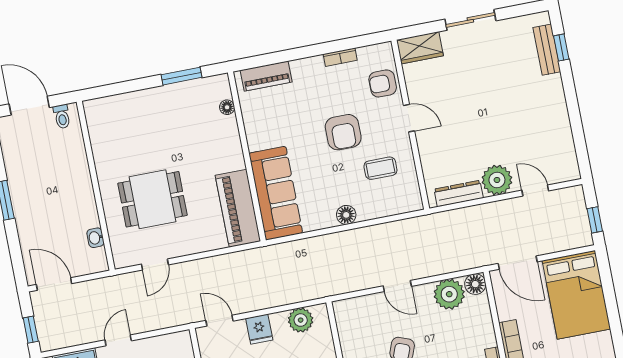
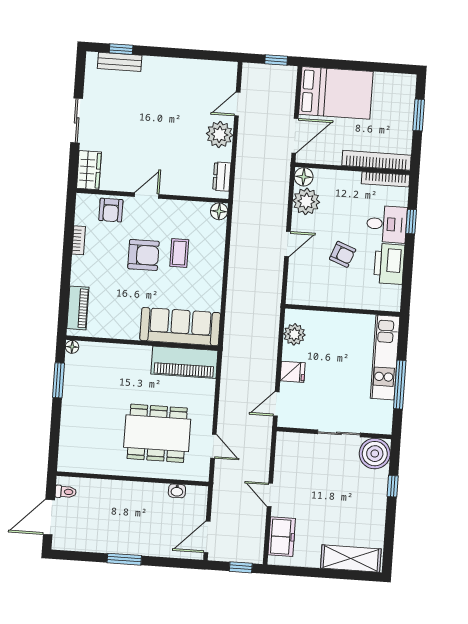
floor lamp: (227, 107) -> (72, 347), moved
coffee table: (380, 168) -> (179, 253), moved
dresser: (459, 194) -> (222, 177), width x0.70
dining table: (153, 199) -> (157, 433), width x1.38
floor lamp: (346, 215) -> (219, 211), moved

